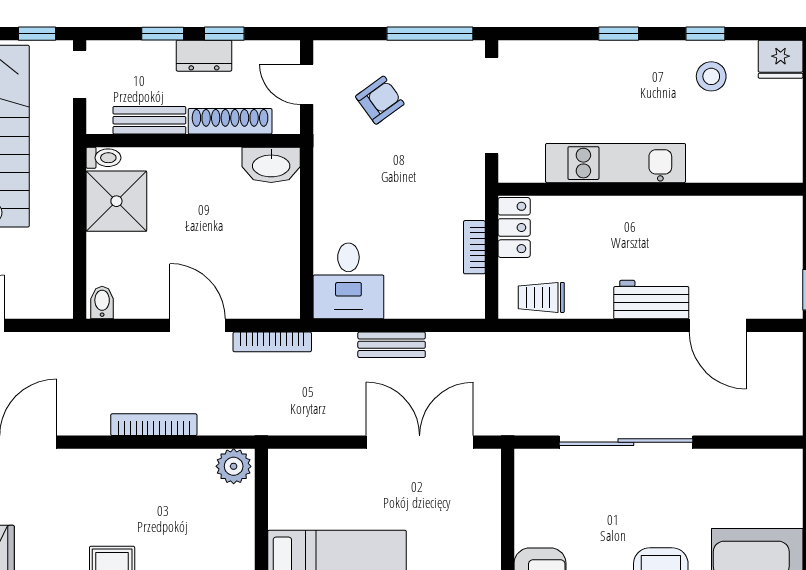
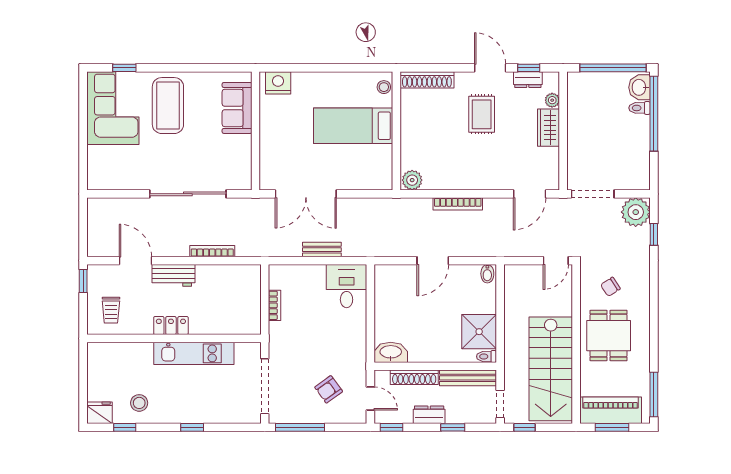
window: (224, 34) -> (392, 427), moved
window: (705, 34) -> (125, 427), moved
bench: (149, 120) -> (468, 378), width x1.36
locker: (514, 227) -> (171, 326), moved, turned 90
trolley: (541, 297) -> (111, 310), moved, turned 90
door: (198, 325) -> (433, 261), hinge flipped
bookcase: (272, 342) -> (212, 251), moved

